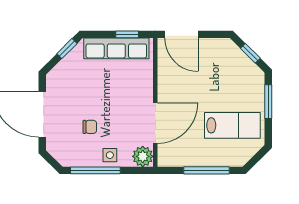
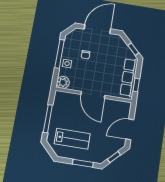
door: (181, 34) -> (130, 129), moved
door: (155, 123) -> (93, 95), moved
lab bench: (232, 125) -> (72, 139), turned -90

